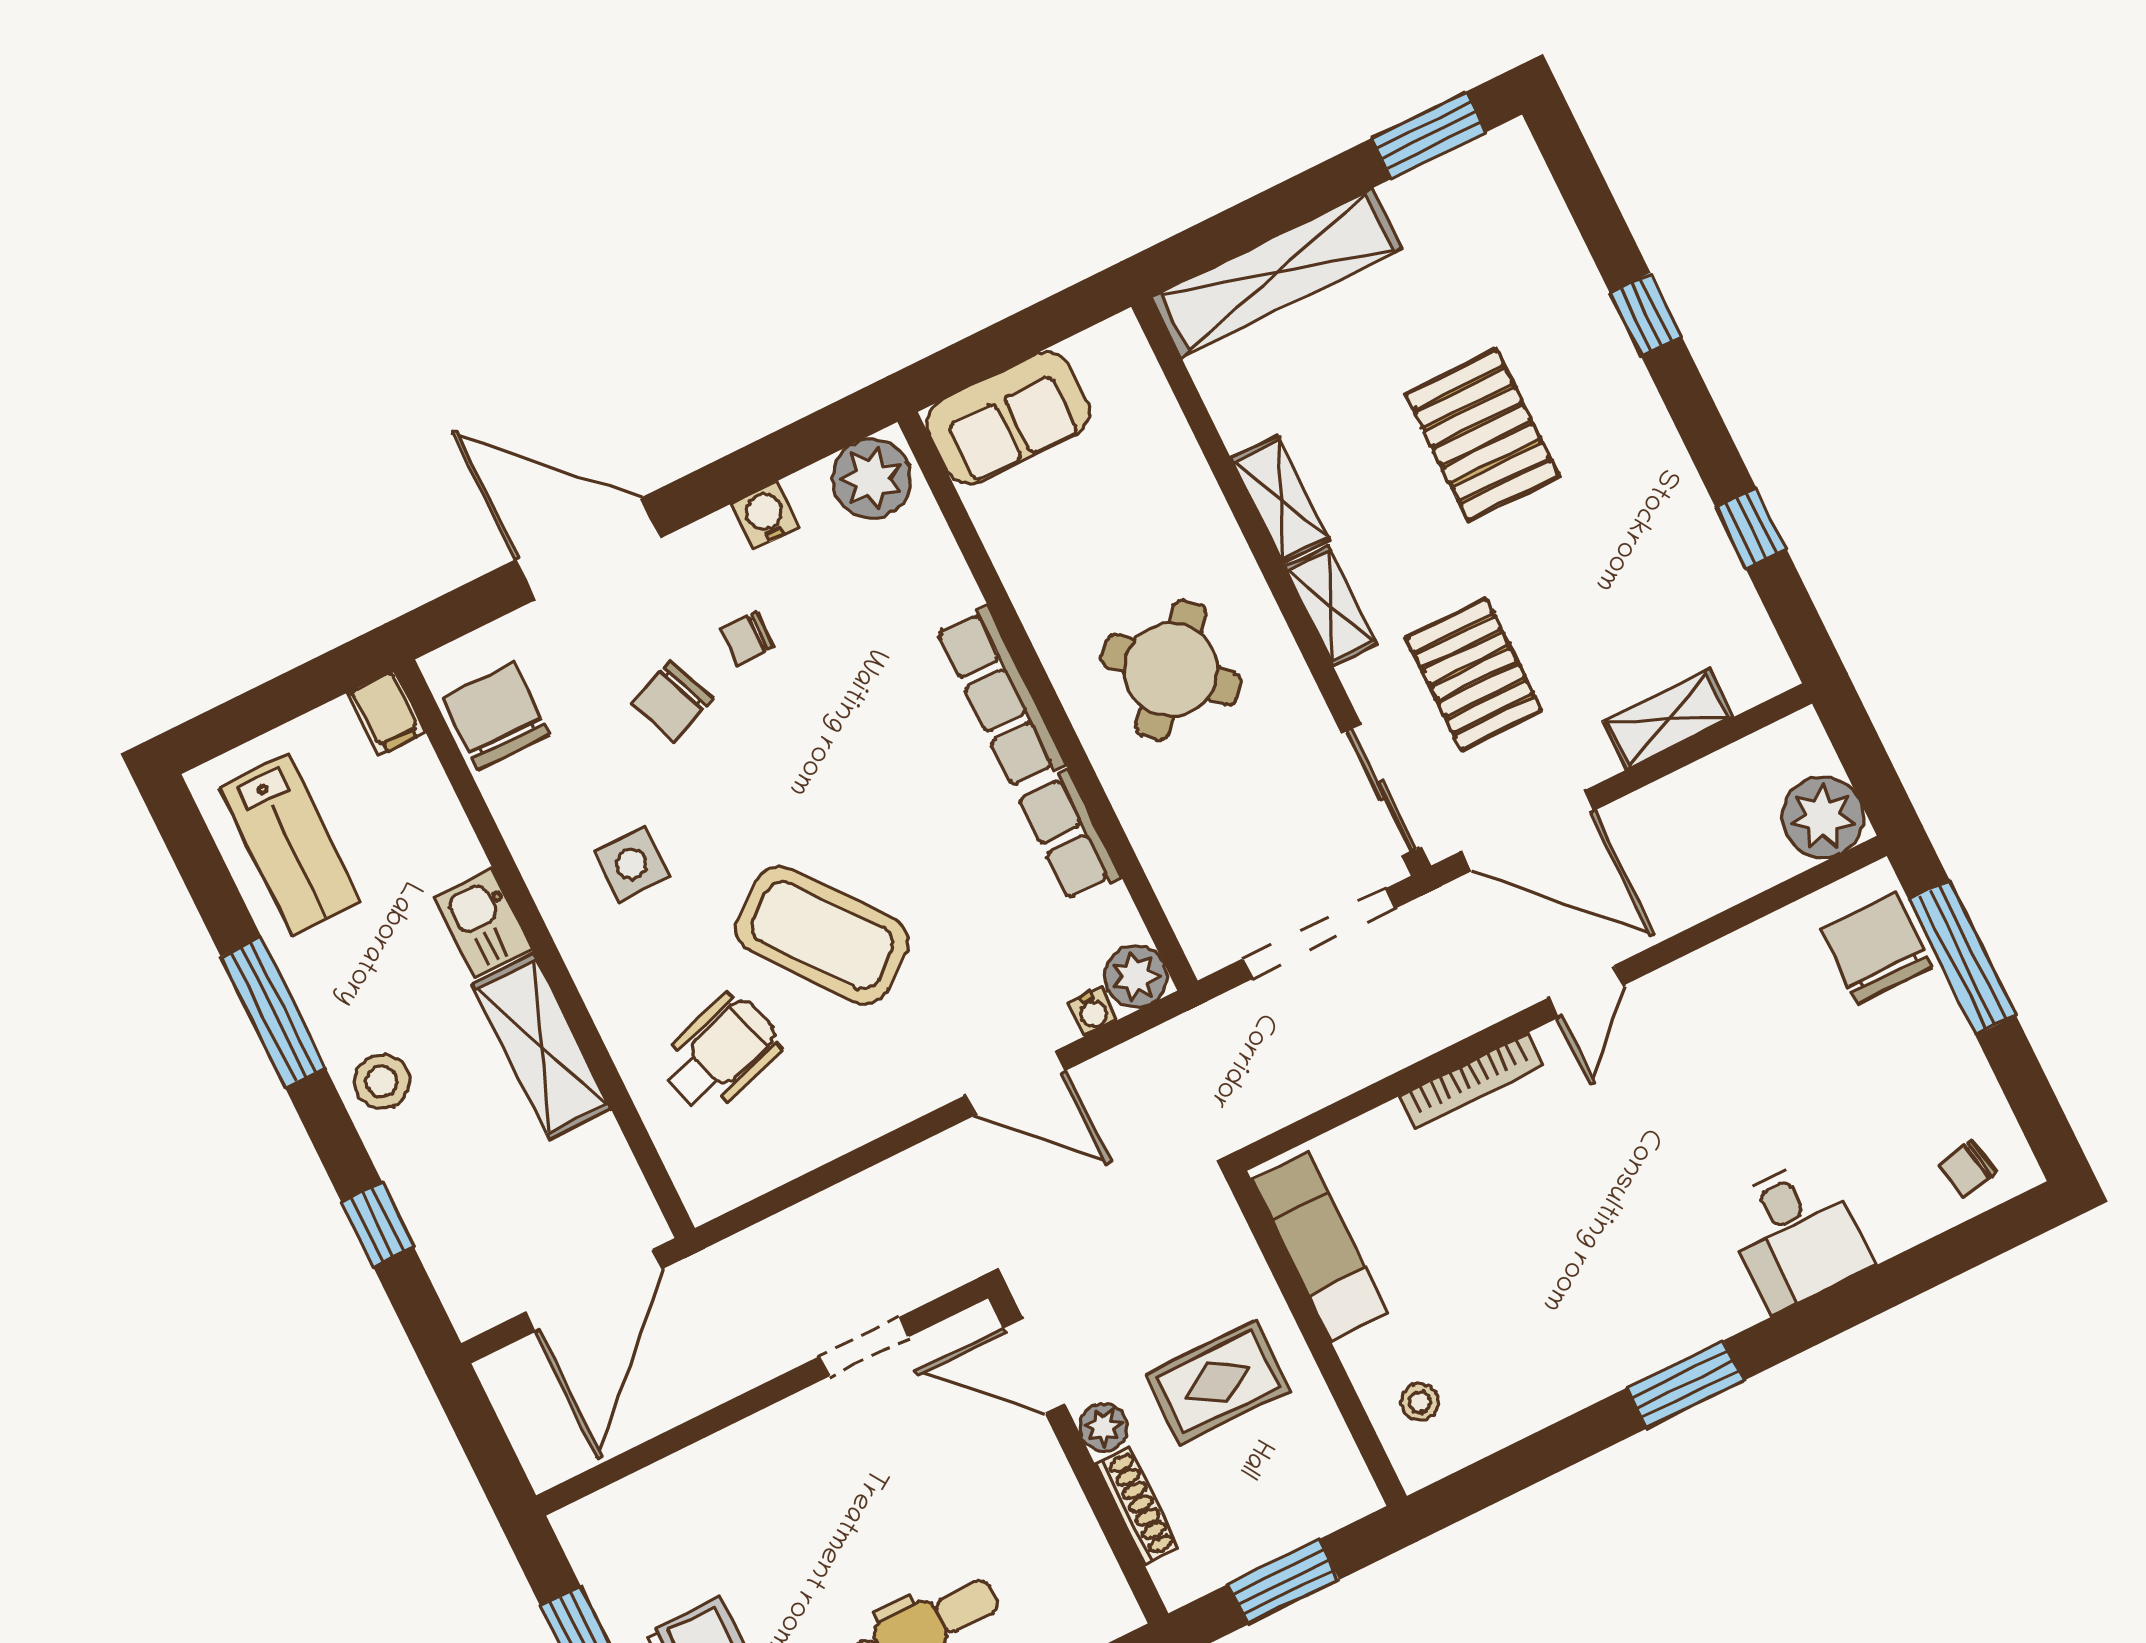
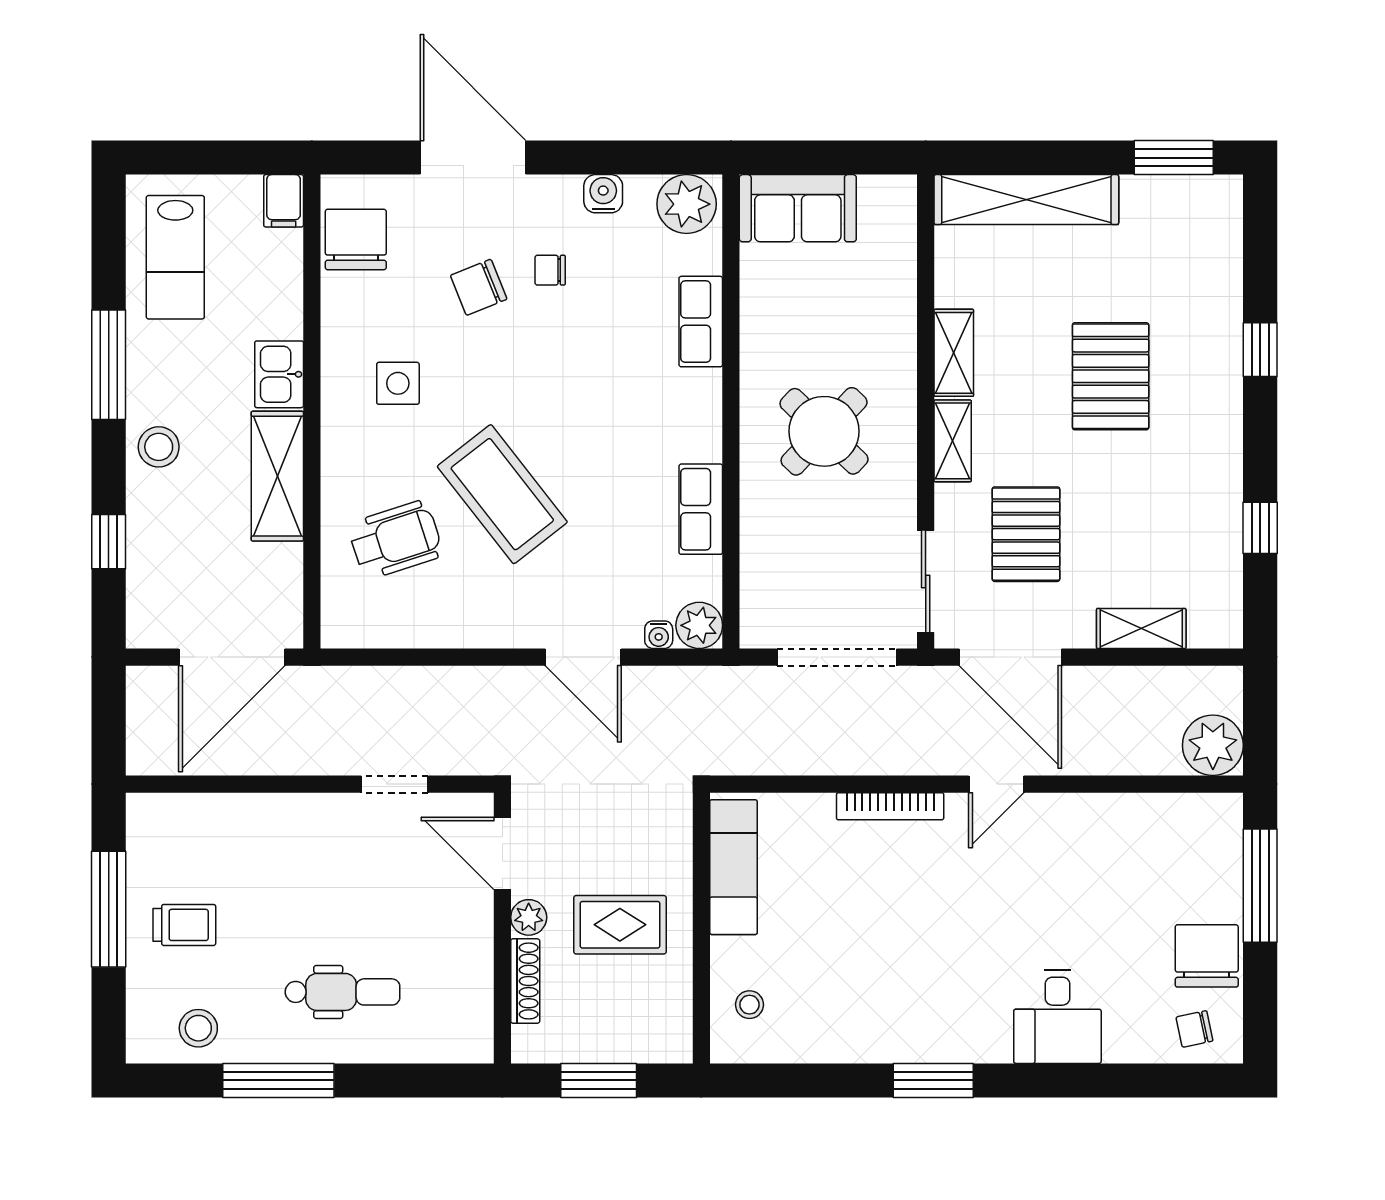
row of seats: (1001, 697) -> (701, 322), moved, width x0.68
chair: (1877, 948) -> (1207, 956), moved

